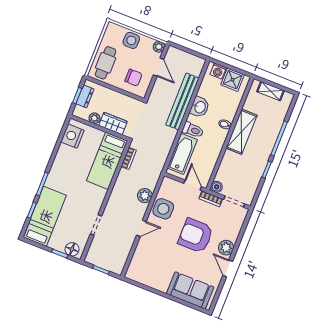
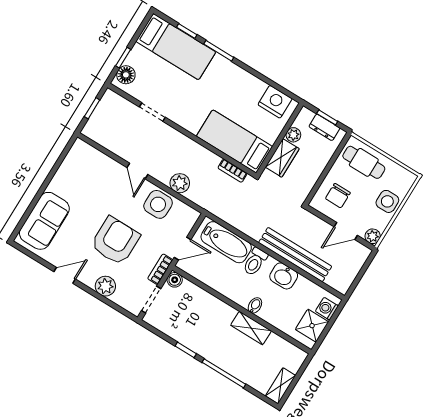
shelving: (271, 91) -> (280, 386), moved
shelving: (242, 132) -> (251, 328), width x0.67, depth x0.75
plant: (226, 248) -> (105, 286), moved

